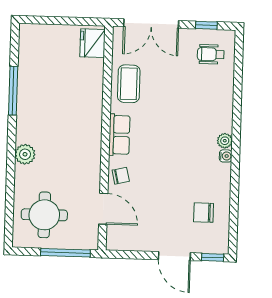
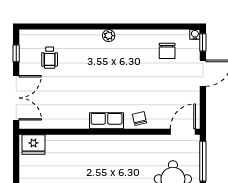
wheelchair: (211, 54) -> (50, 58), moved
coffee table: (129, 84) -> (65, 114), removed
water cooler: (226, 156) -> (195, 34), moved
door: (103, 209) -> (183, 132), moved

